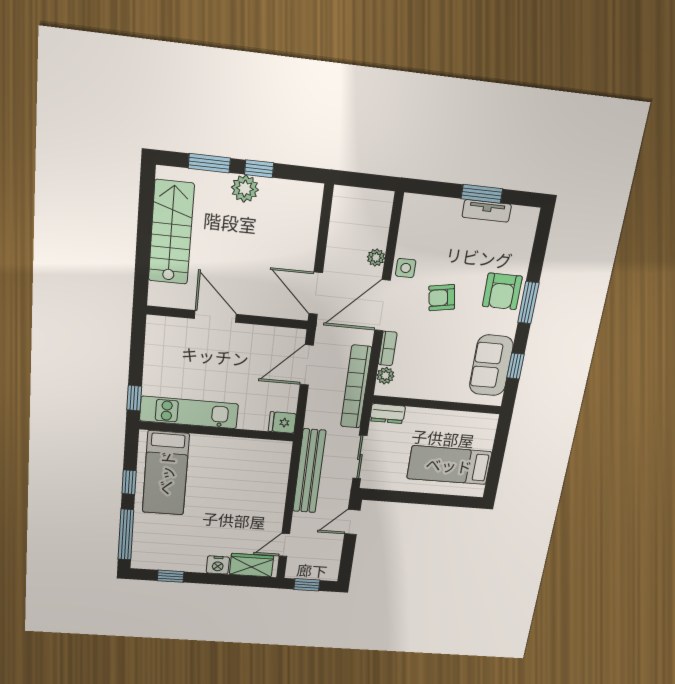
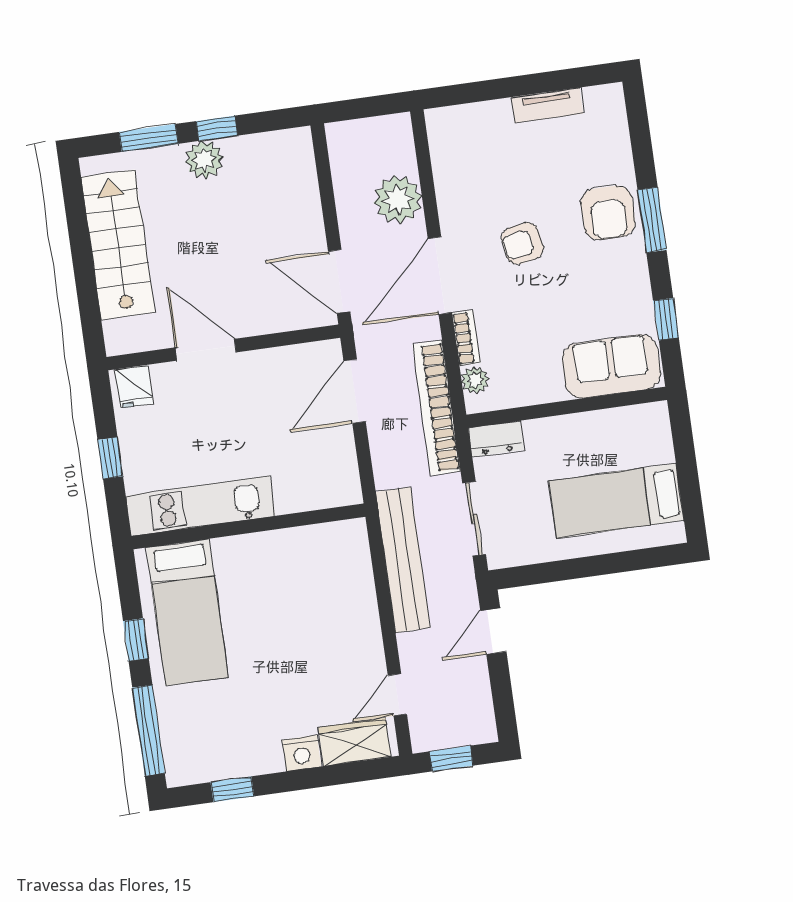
window: (482, 194) -> (533, 84), removed
plant: (376, 258) -> (398, 199), width x1.87, depth x1.87
side table: (406, 268) -> (457, 214), removed
sofa: (491, 365) -> (611, 366), moved, turned 90
window: (134, 398) -> (110, 458), moved
fridge: (282, 423) -> (134, 387), moved, turned -90

